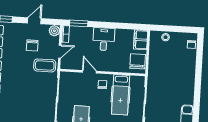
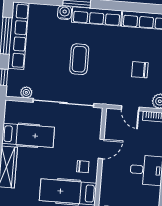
coffee table: (45, 65) -> (79, 59), moved

